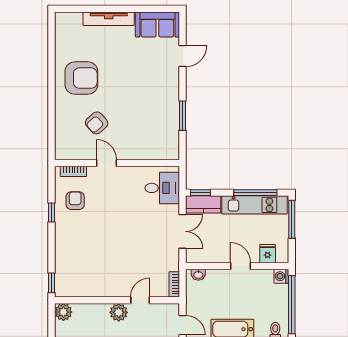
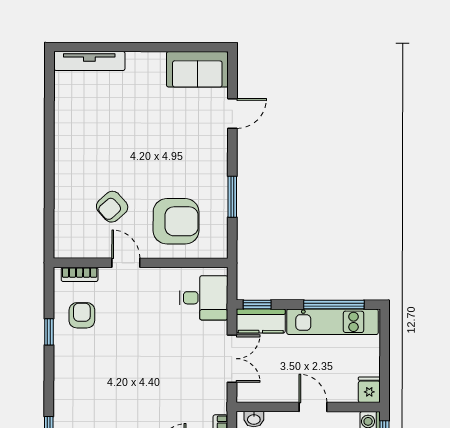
tv unit: (109, 19) -> (89, 61), moved
armchair: (81, 78) -> (176, 221), moved
window: (292, 219) -> (385, 342), removed
fridge: (268, 254) -> (369, 390), moved

